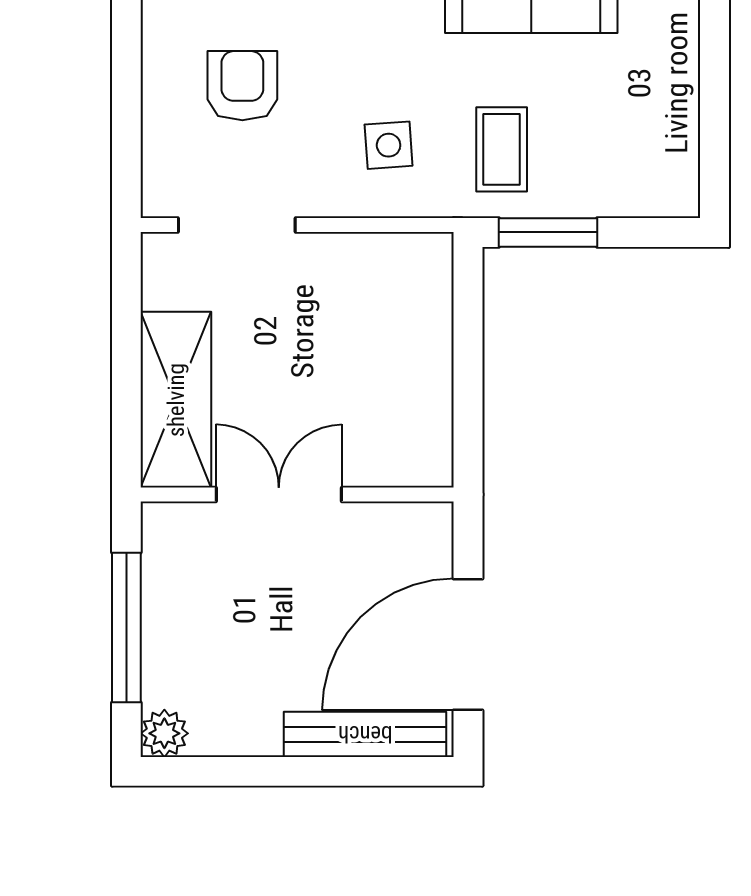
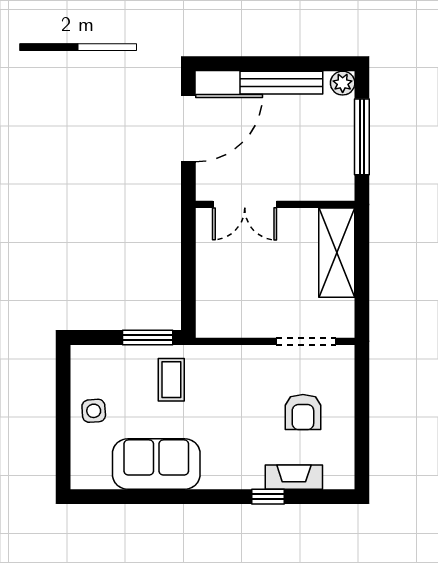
side table: (389, 145) -> (94, 411), moved
double door: (279, 494) -> (245, 204), moved
bench: (365, 734) -> (281, 83), moved

